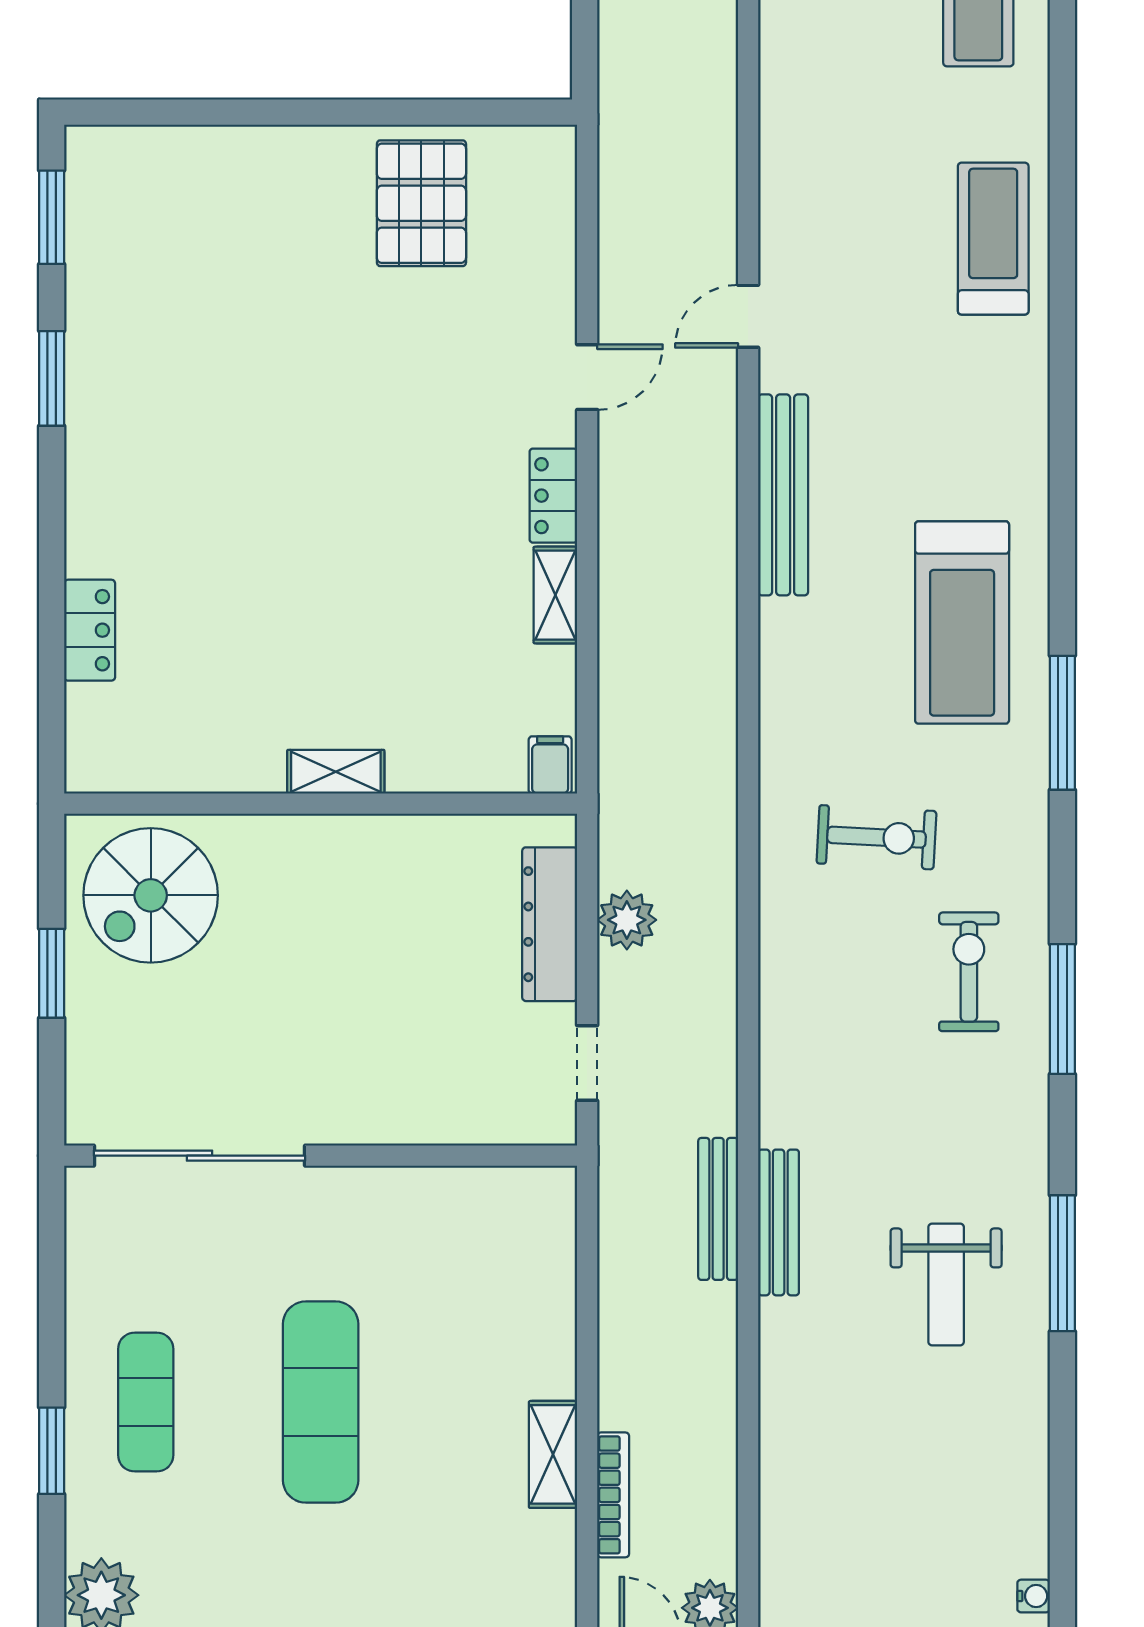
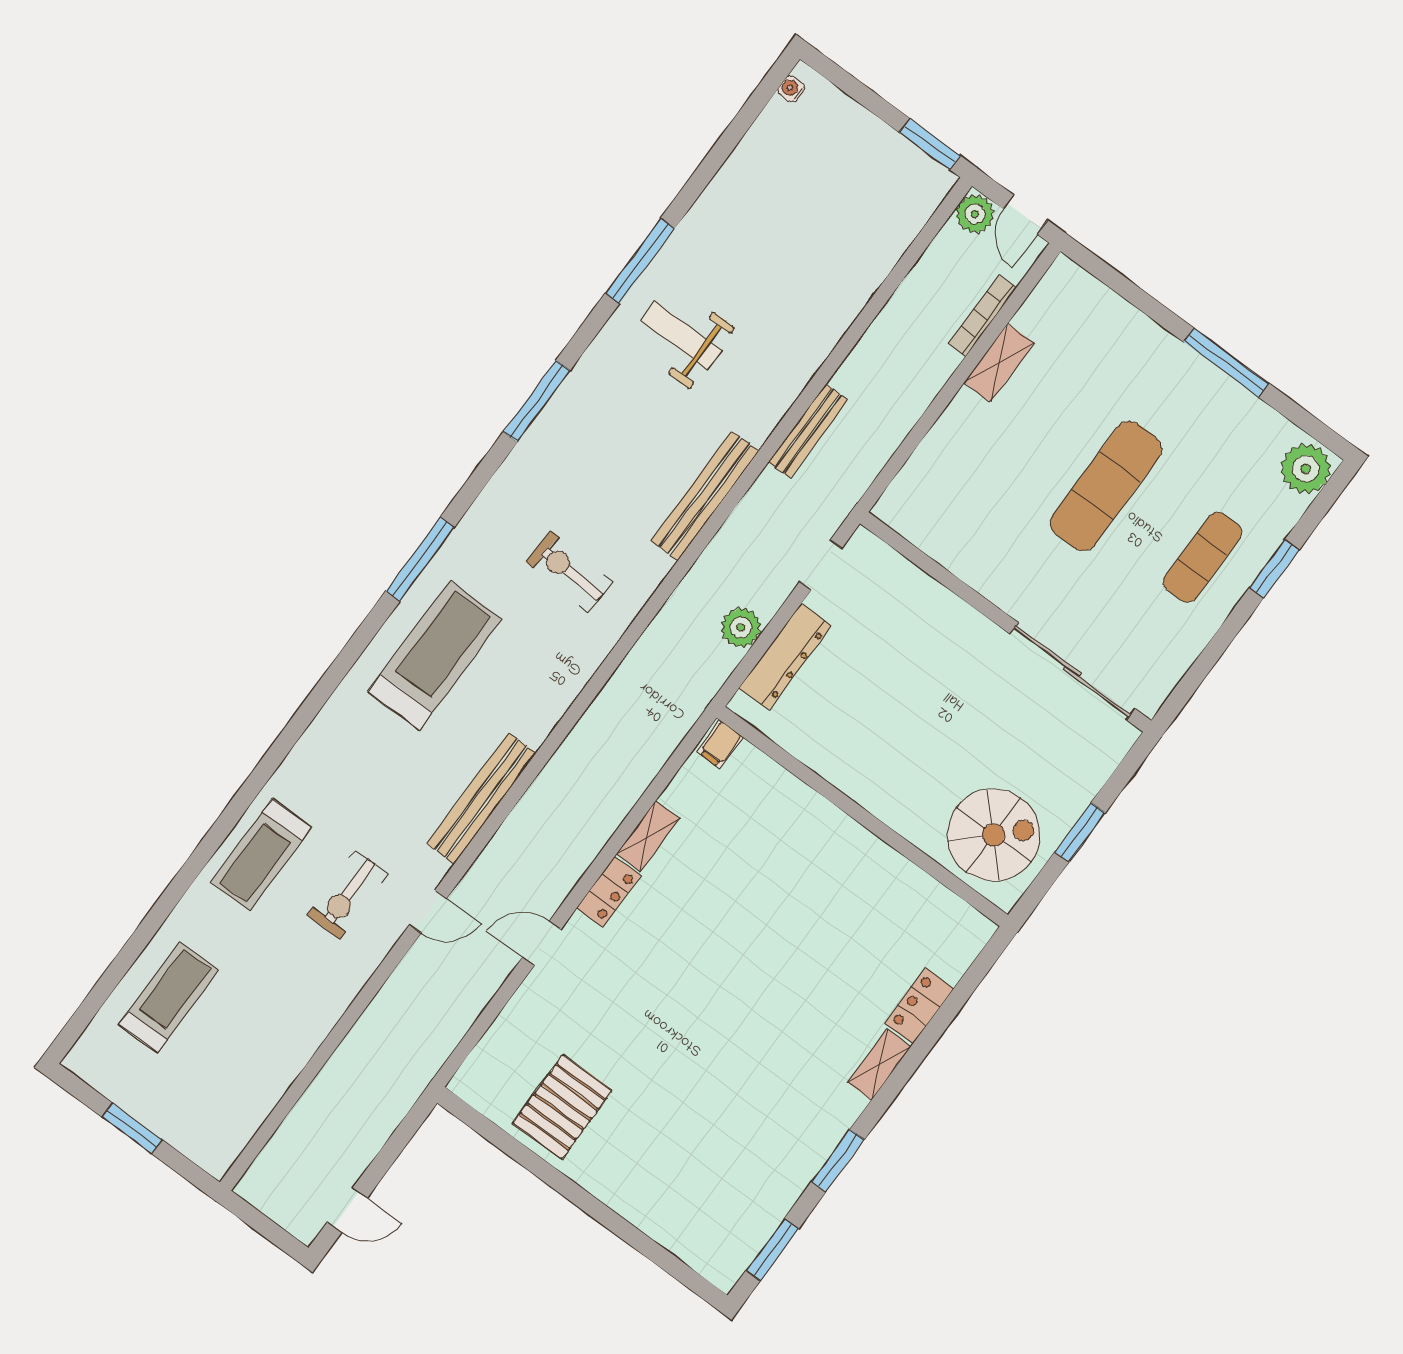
shelving: (336, 772) -> (879, 1065), moved, turned 90
exercise bike: (969, 972) -> (348, 894), moved
bench: (779, 1222) -> (705, 496), moved, width x1.37, depth x1.21
weight bench: (946, 1284) -> (681, 336), moved, turned -90

